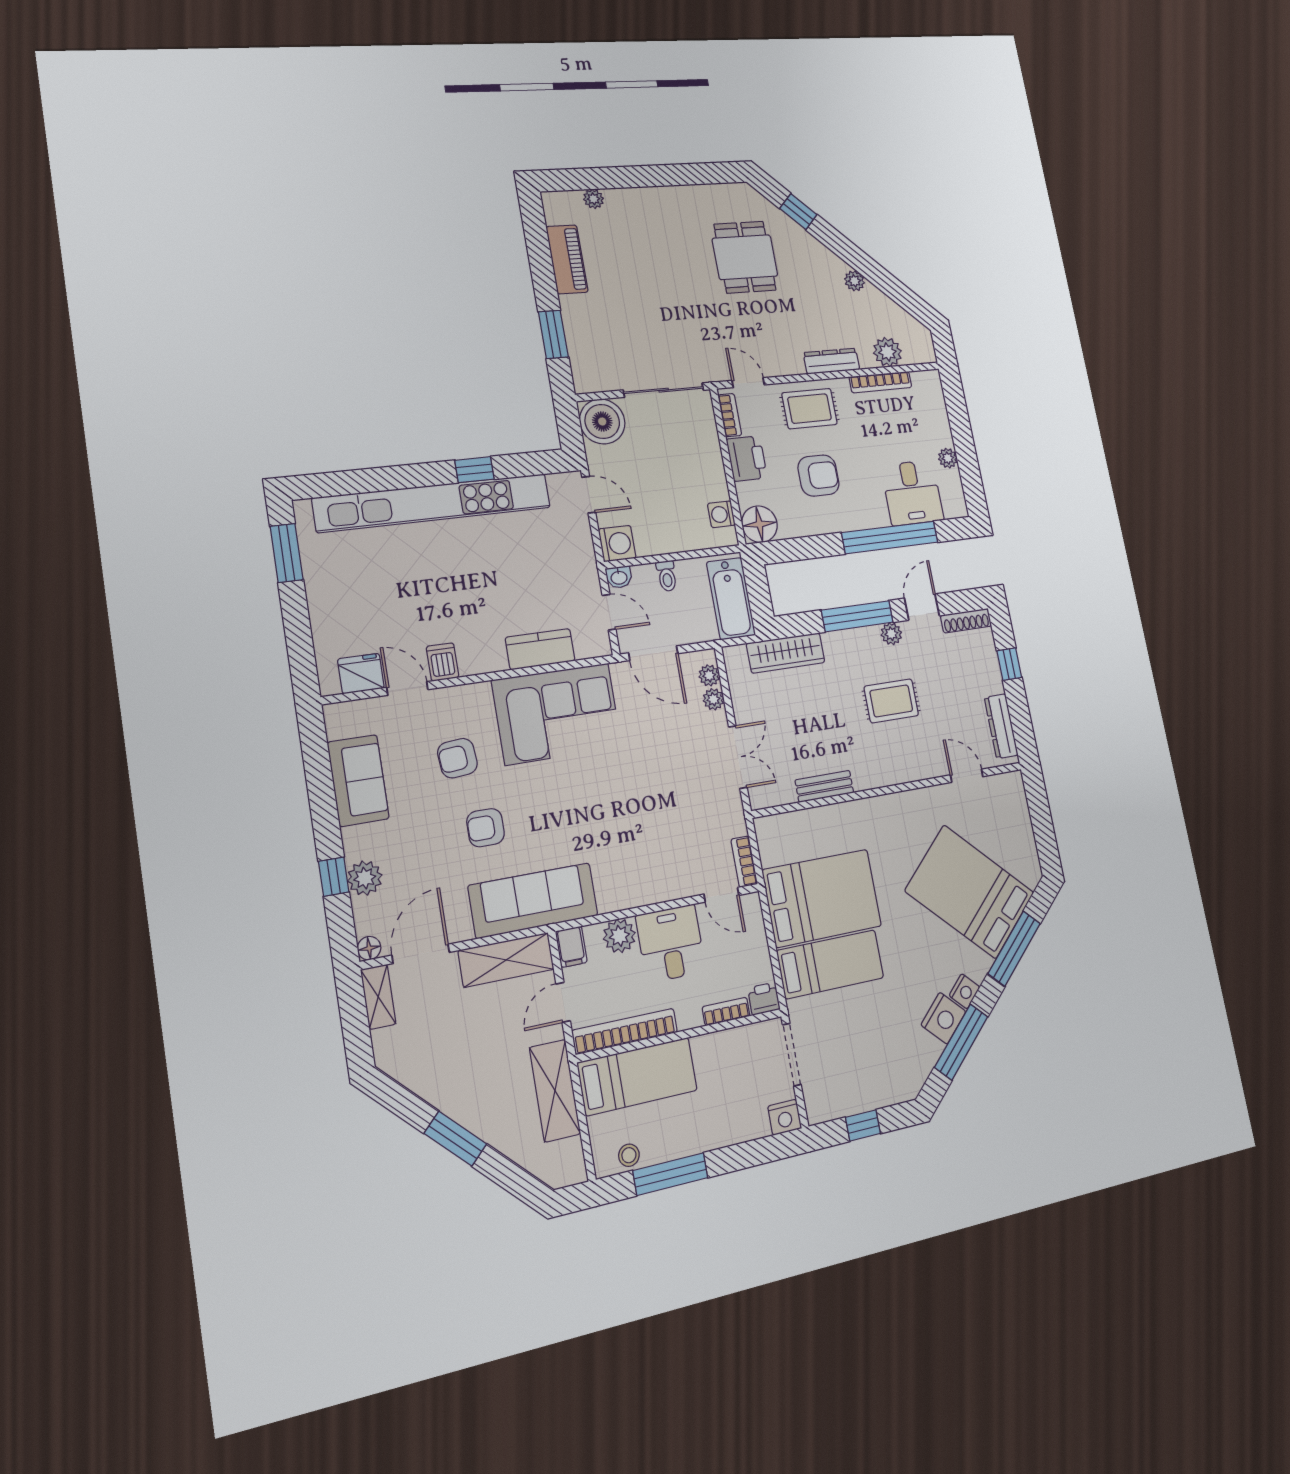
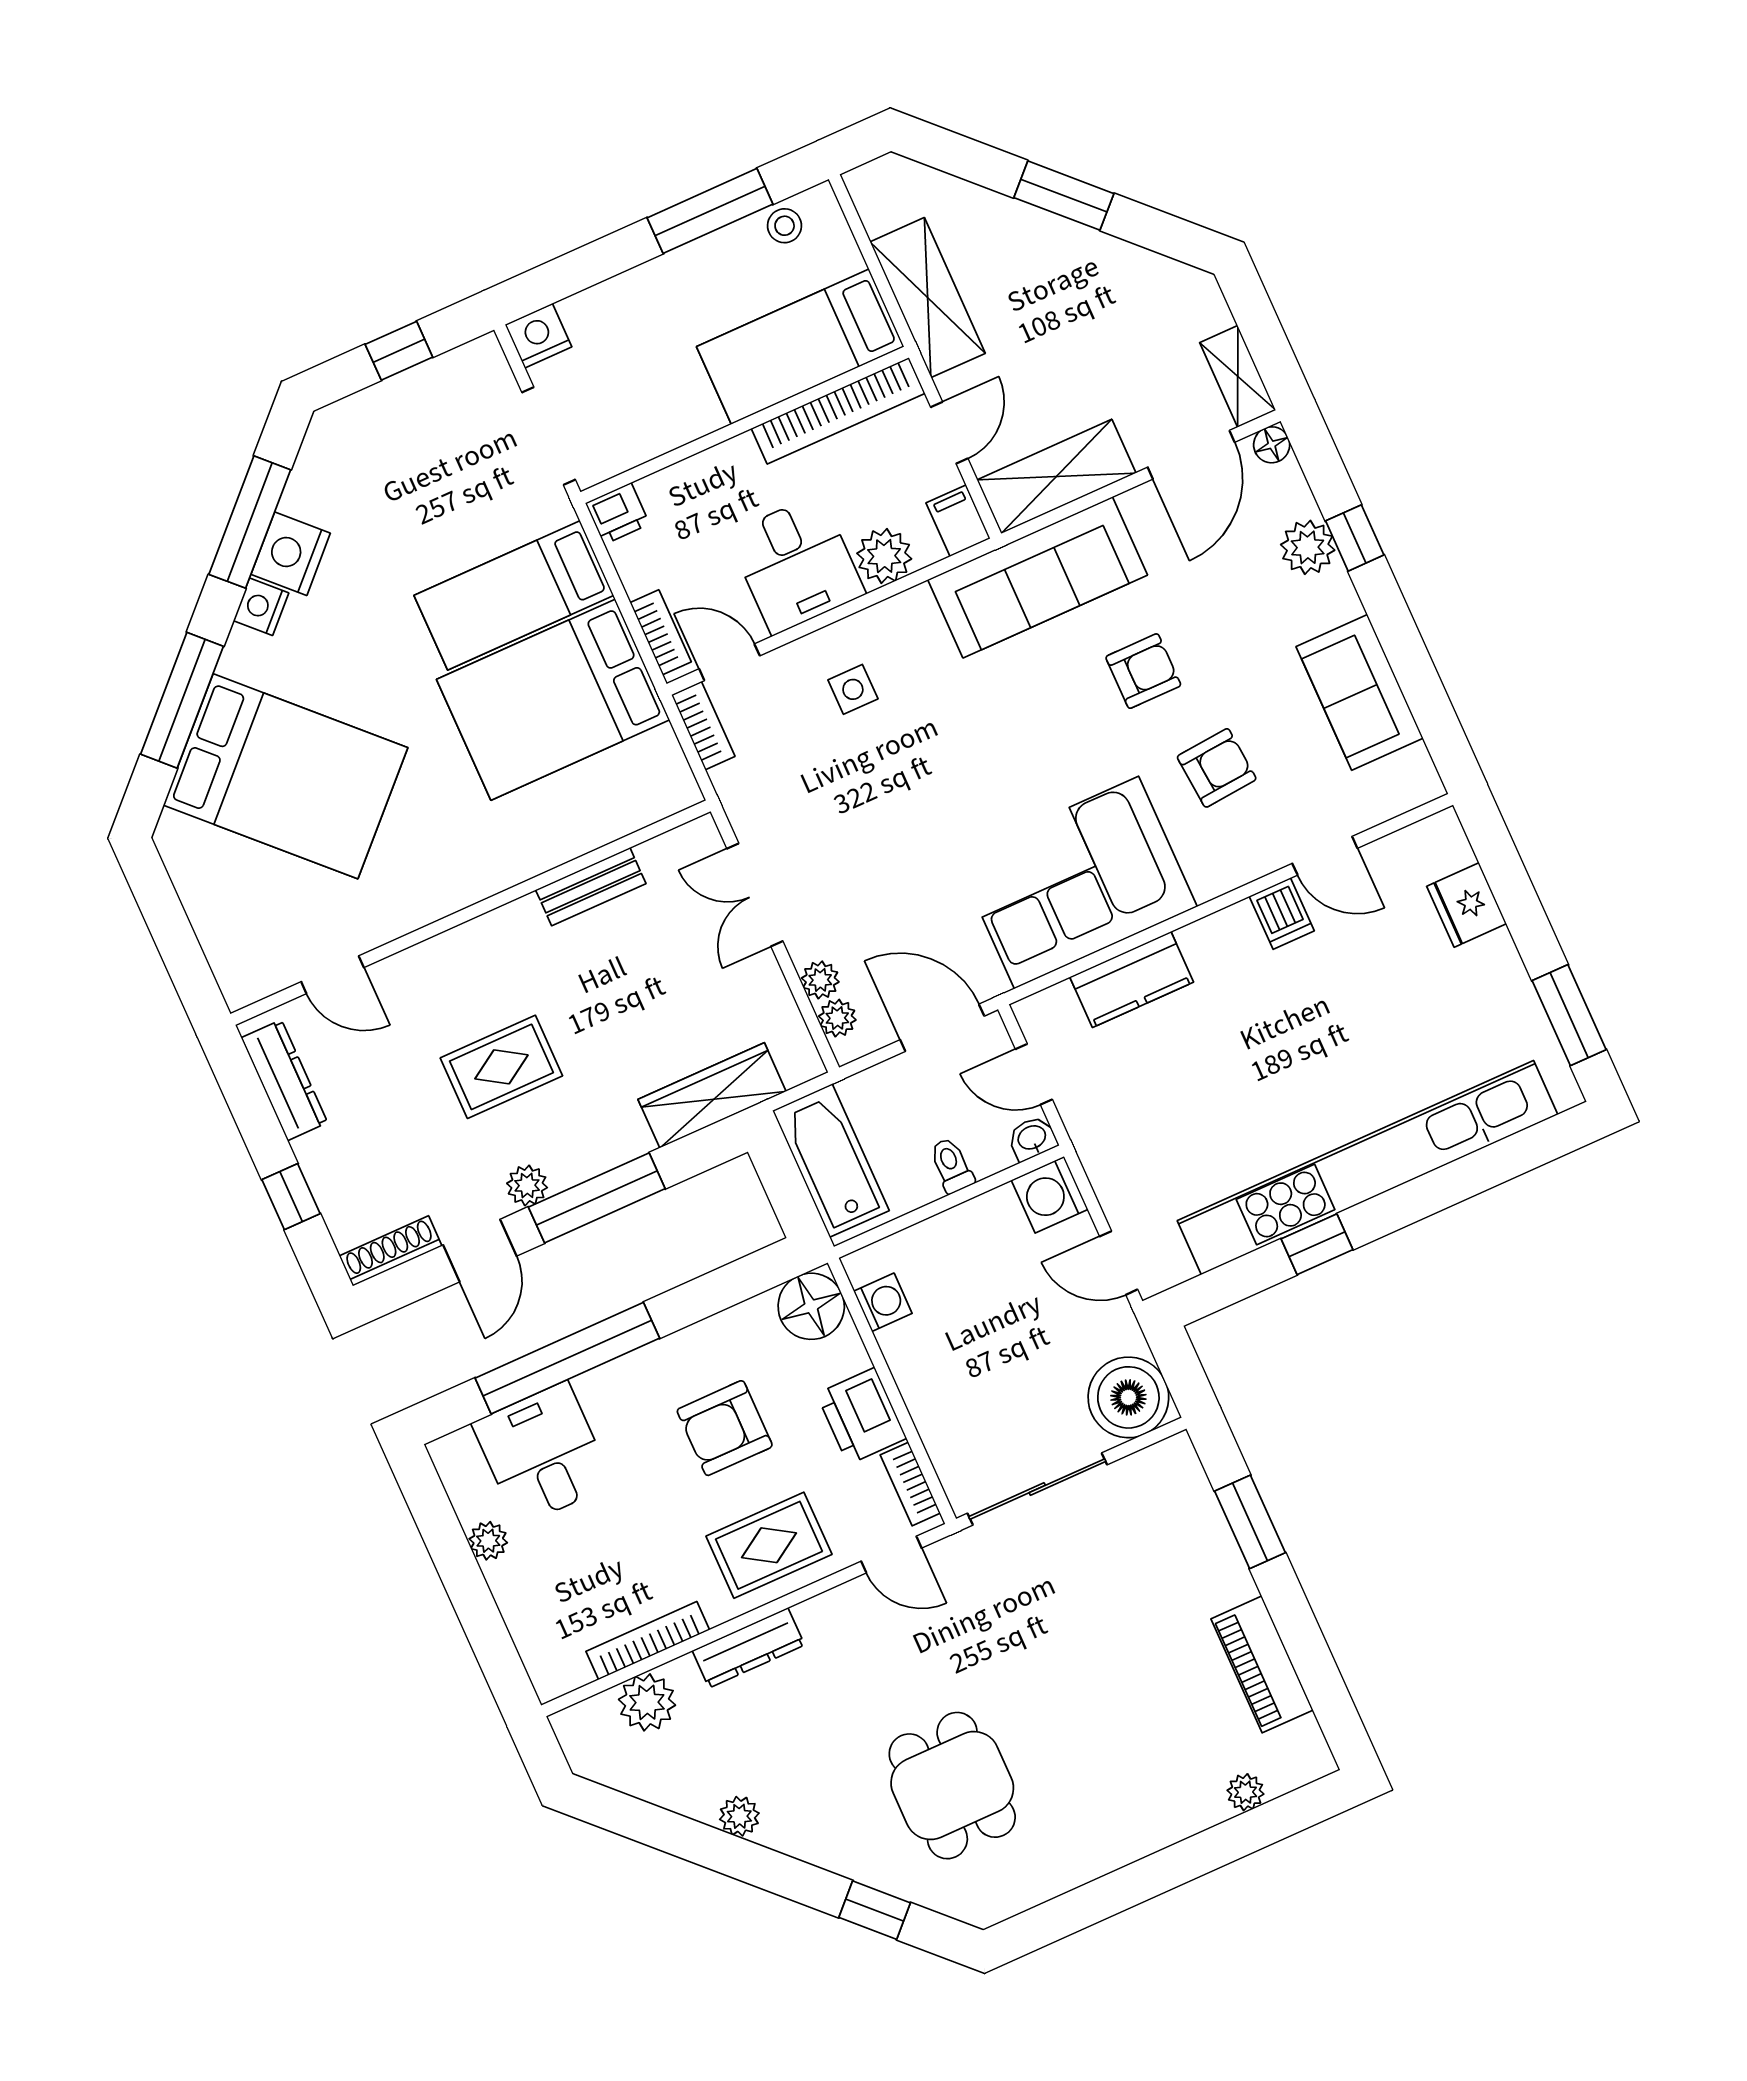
fridge: (361, 674) -> (1467, 905), moved, turned 90
side table: (656, 861) -> (853, 689), added
bookcase: (726, 1011) -> (661, 632), moved, turned -90

